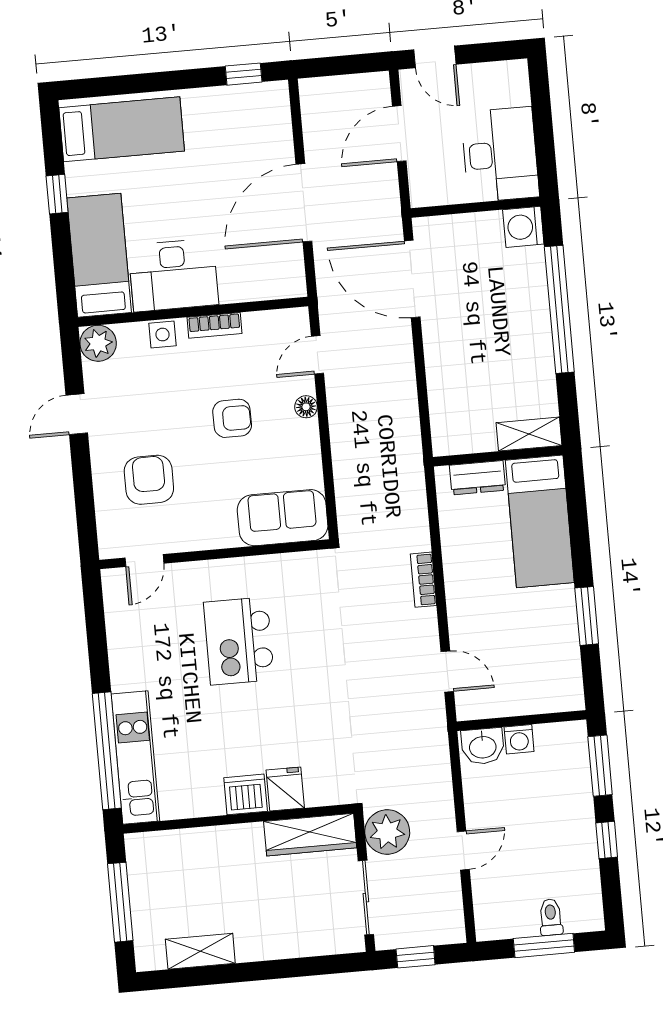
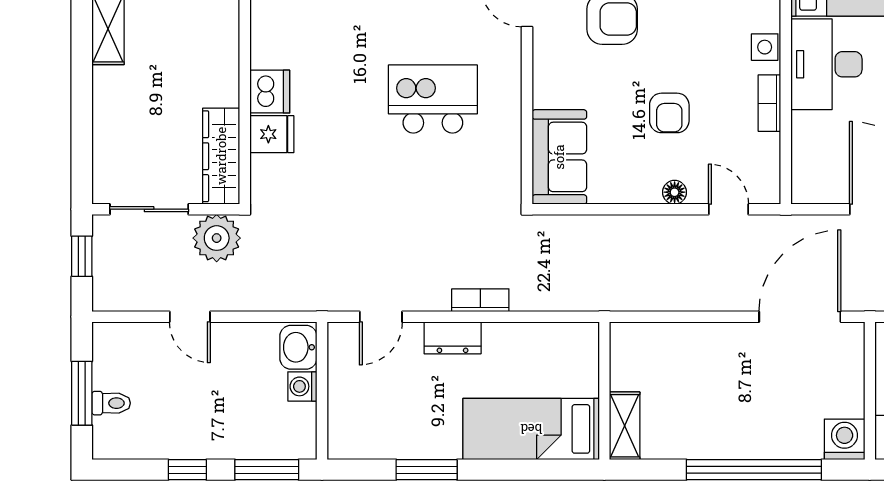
dresser: (477, 478) -> (453, 338), moved, turned -90

